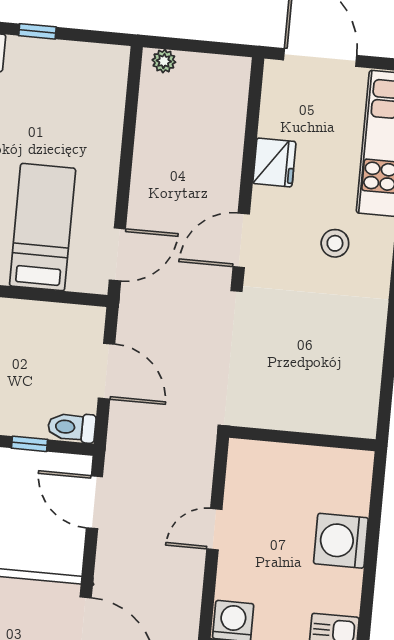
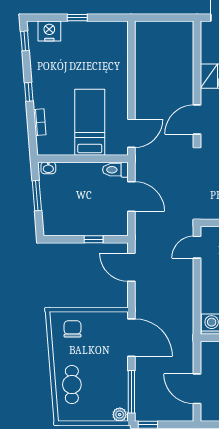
plant: (164, 61) -> (147, 27), removed
toilet: (72, 427) -> (115, 170), moved
door: (214, 529) -> (197, 247), moved

